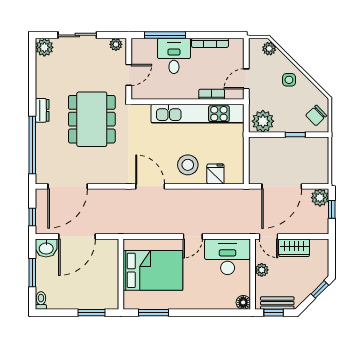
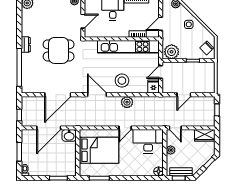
dining table: (92, 119) -> (59, 50), width x0.73
door: (246, 152) -> (161, 72), added
fridge: (215, 174) -> (153, 87), moved
door: (68, 186) -> (58, 95), moved
door: (282, 186) -> (184, 95), width x0.53
plant: (320, 198) -> (127, 102), moved
washbasin: (46, 248) -> (69, 135), moved
wardrobe: (294, 248) -> (205, 135), moved

